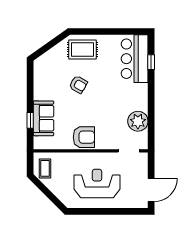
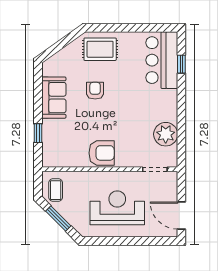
armchair: (78, 85) -> (95, 91), turned -120
sofa: (43, 118) -> (54, 98), moved
door: (151, 190) -> (181, 216), swing flipped
window: (47, 192) -> (58, 218), added

